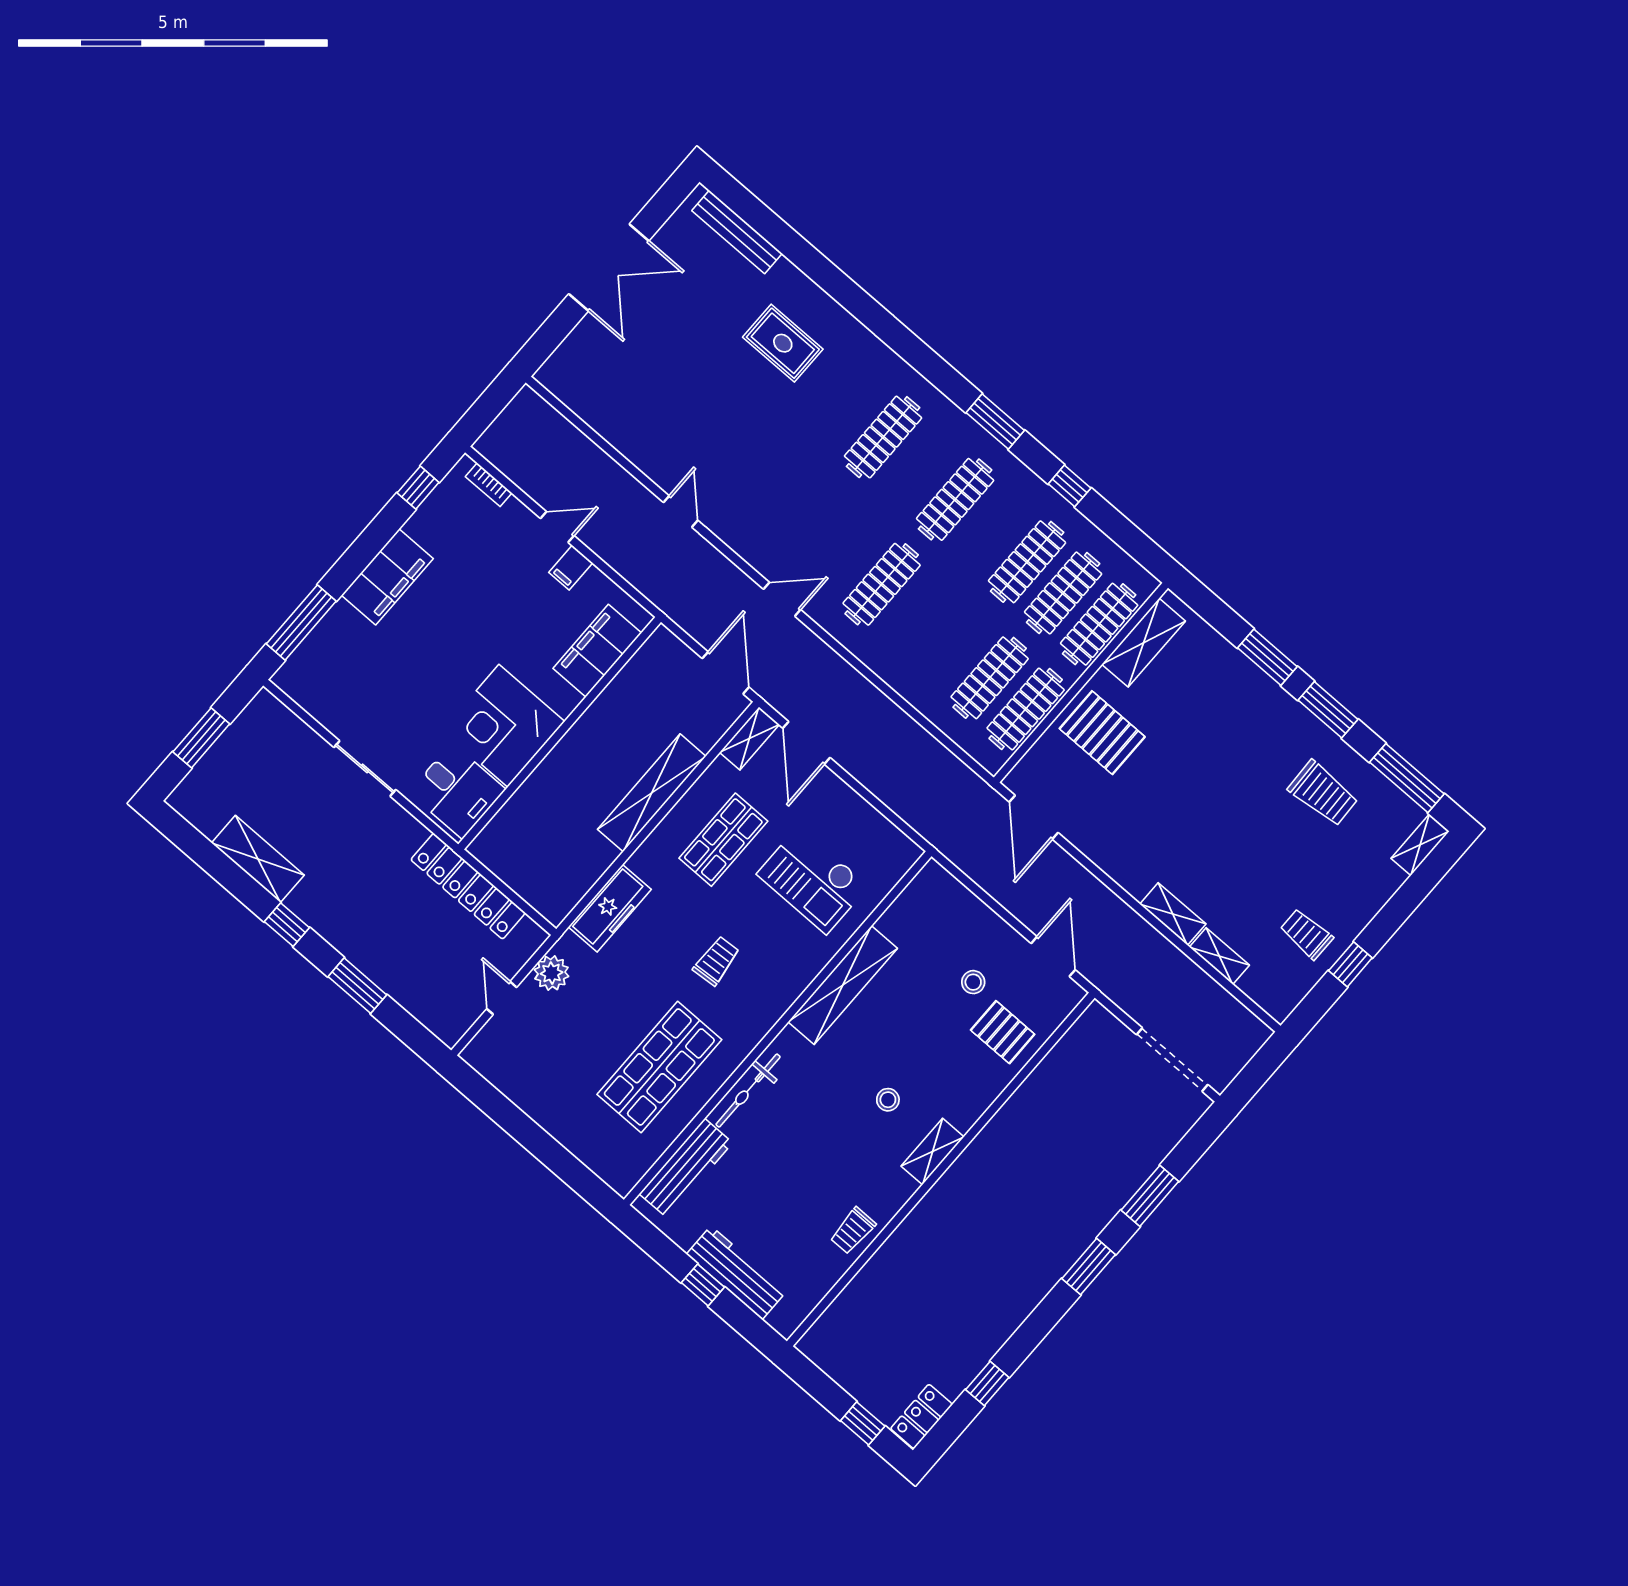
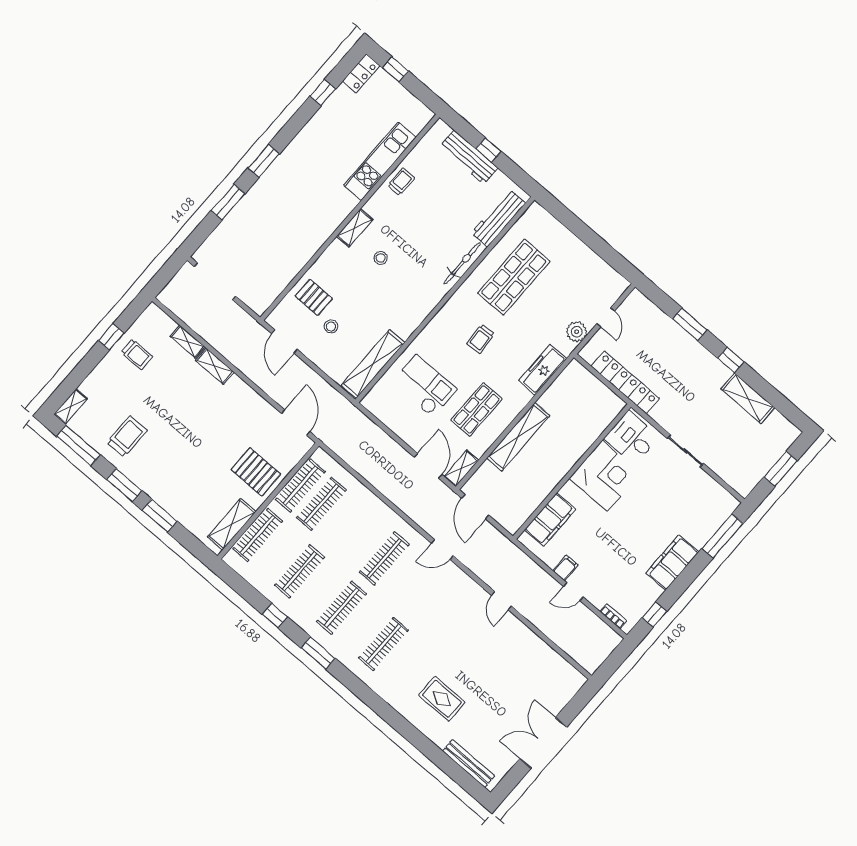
clothes rail: (1063, 593) -> (279, 553), removed
trolley: (1323, 793) -> (127, 436), turned 92
shelving: (843, 985) -> (373, 364), moved
kitchen unit: (889, 1266) -> (380, 161), added

